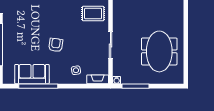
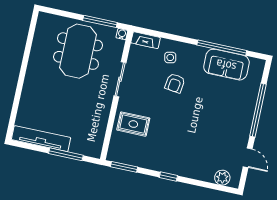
armchair: (56, 45) -> (175, 83), moved
meeting table: (159, 51) -> (78, 51), moved

